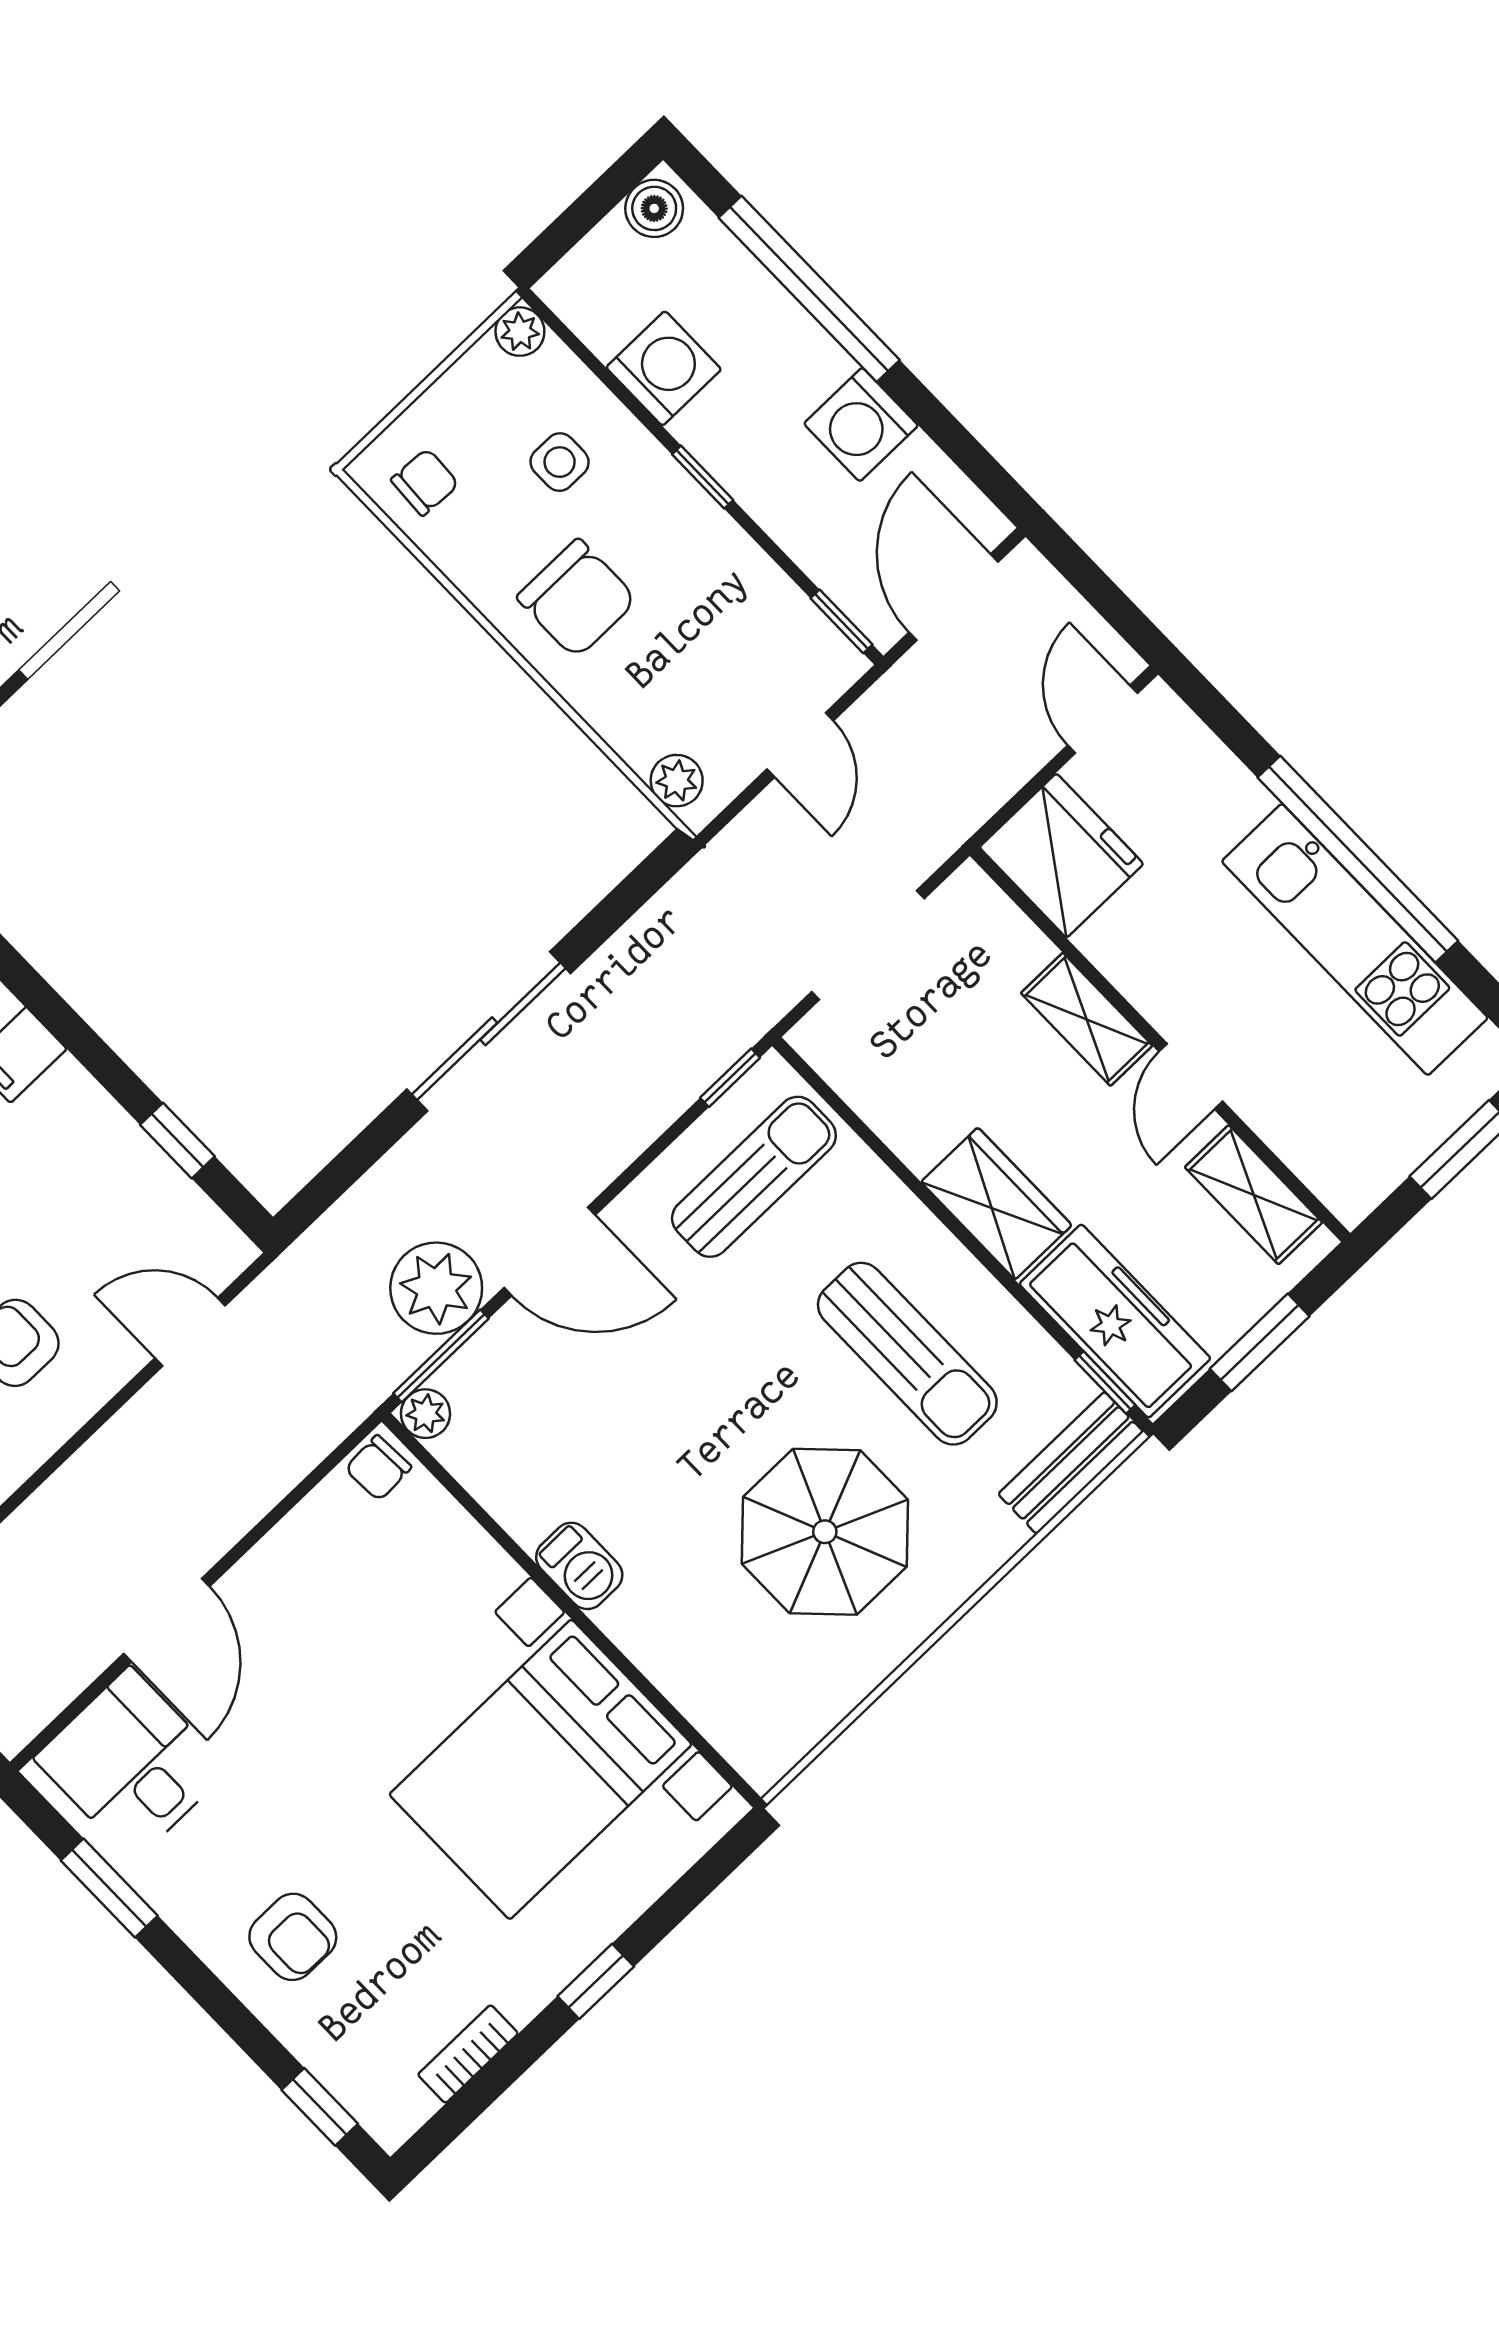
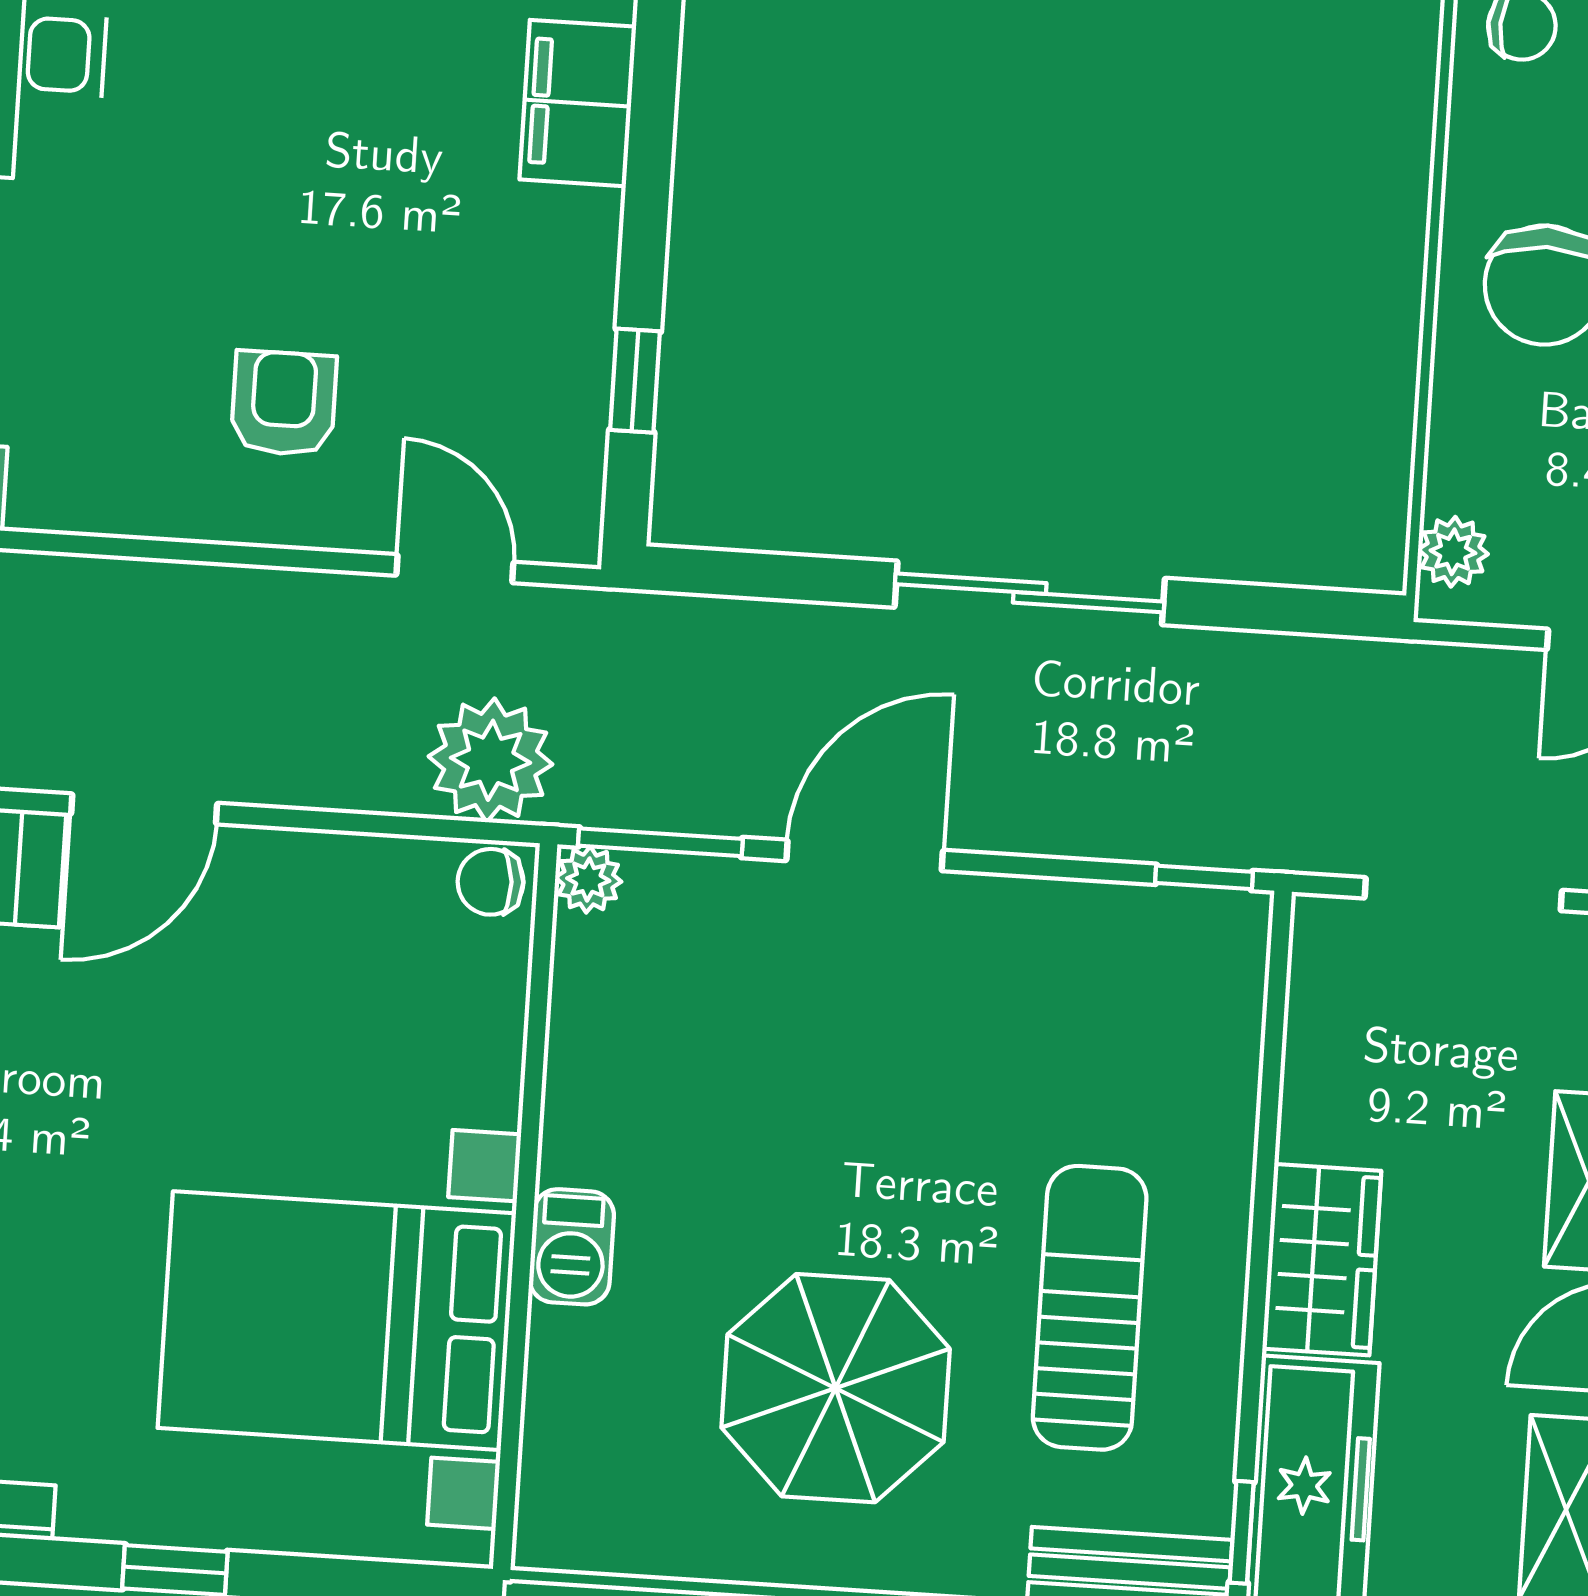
sun lounger: (754, 1177) -> (1127, 992), removed
door: (550, 1251) -> (865, 855), swing flipped
plant: (436, 1288) -> (491, 760), moved
sun lounger: (907, 1354) -> (1090, 1308), turned 180
barbecue: (579, 1566) -> (572, 1247), moved

